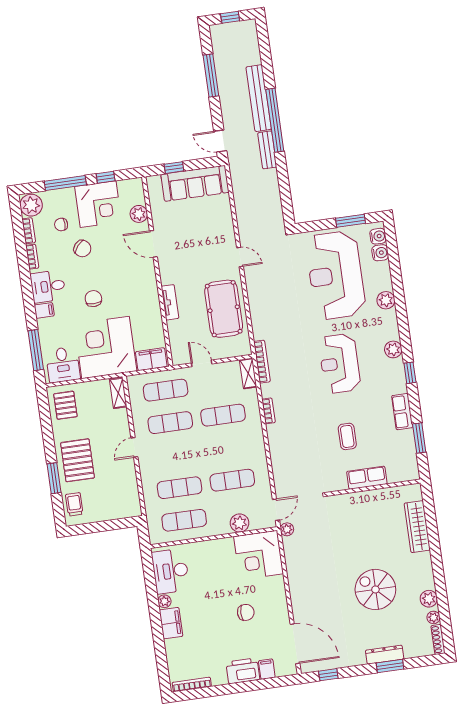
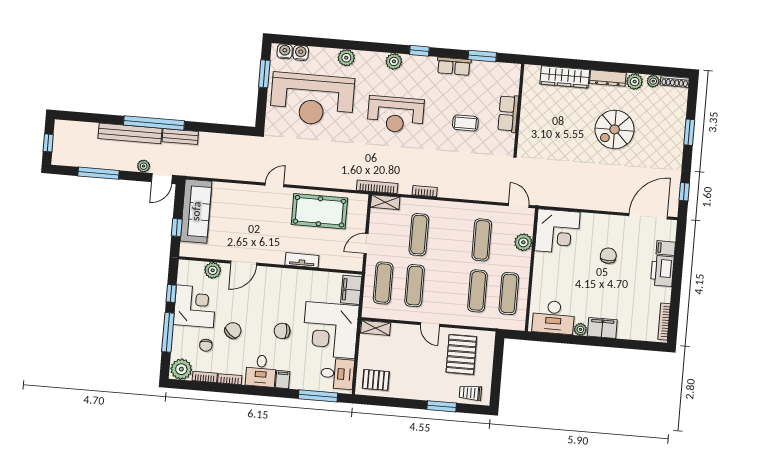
pallet: (78, 460) -> (461, 354), moved, turned 90
plant: (287, 529) -> (144, 166), moved
dresser: (385, 655) -> (608, 78), moved, turned -90

